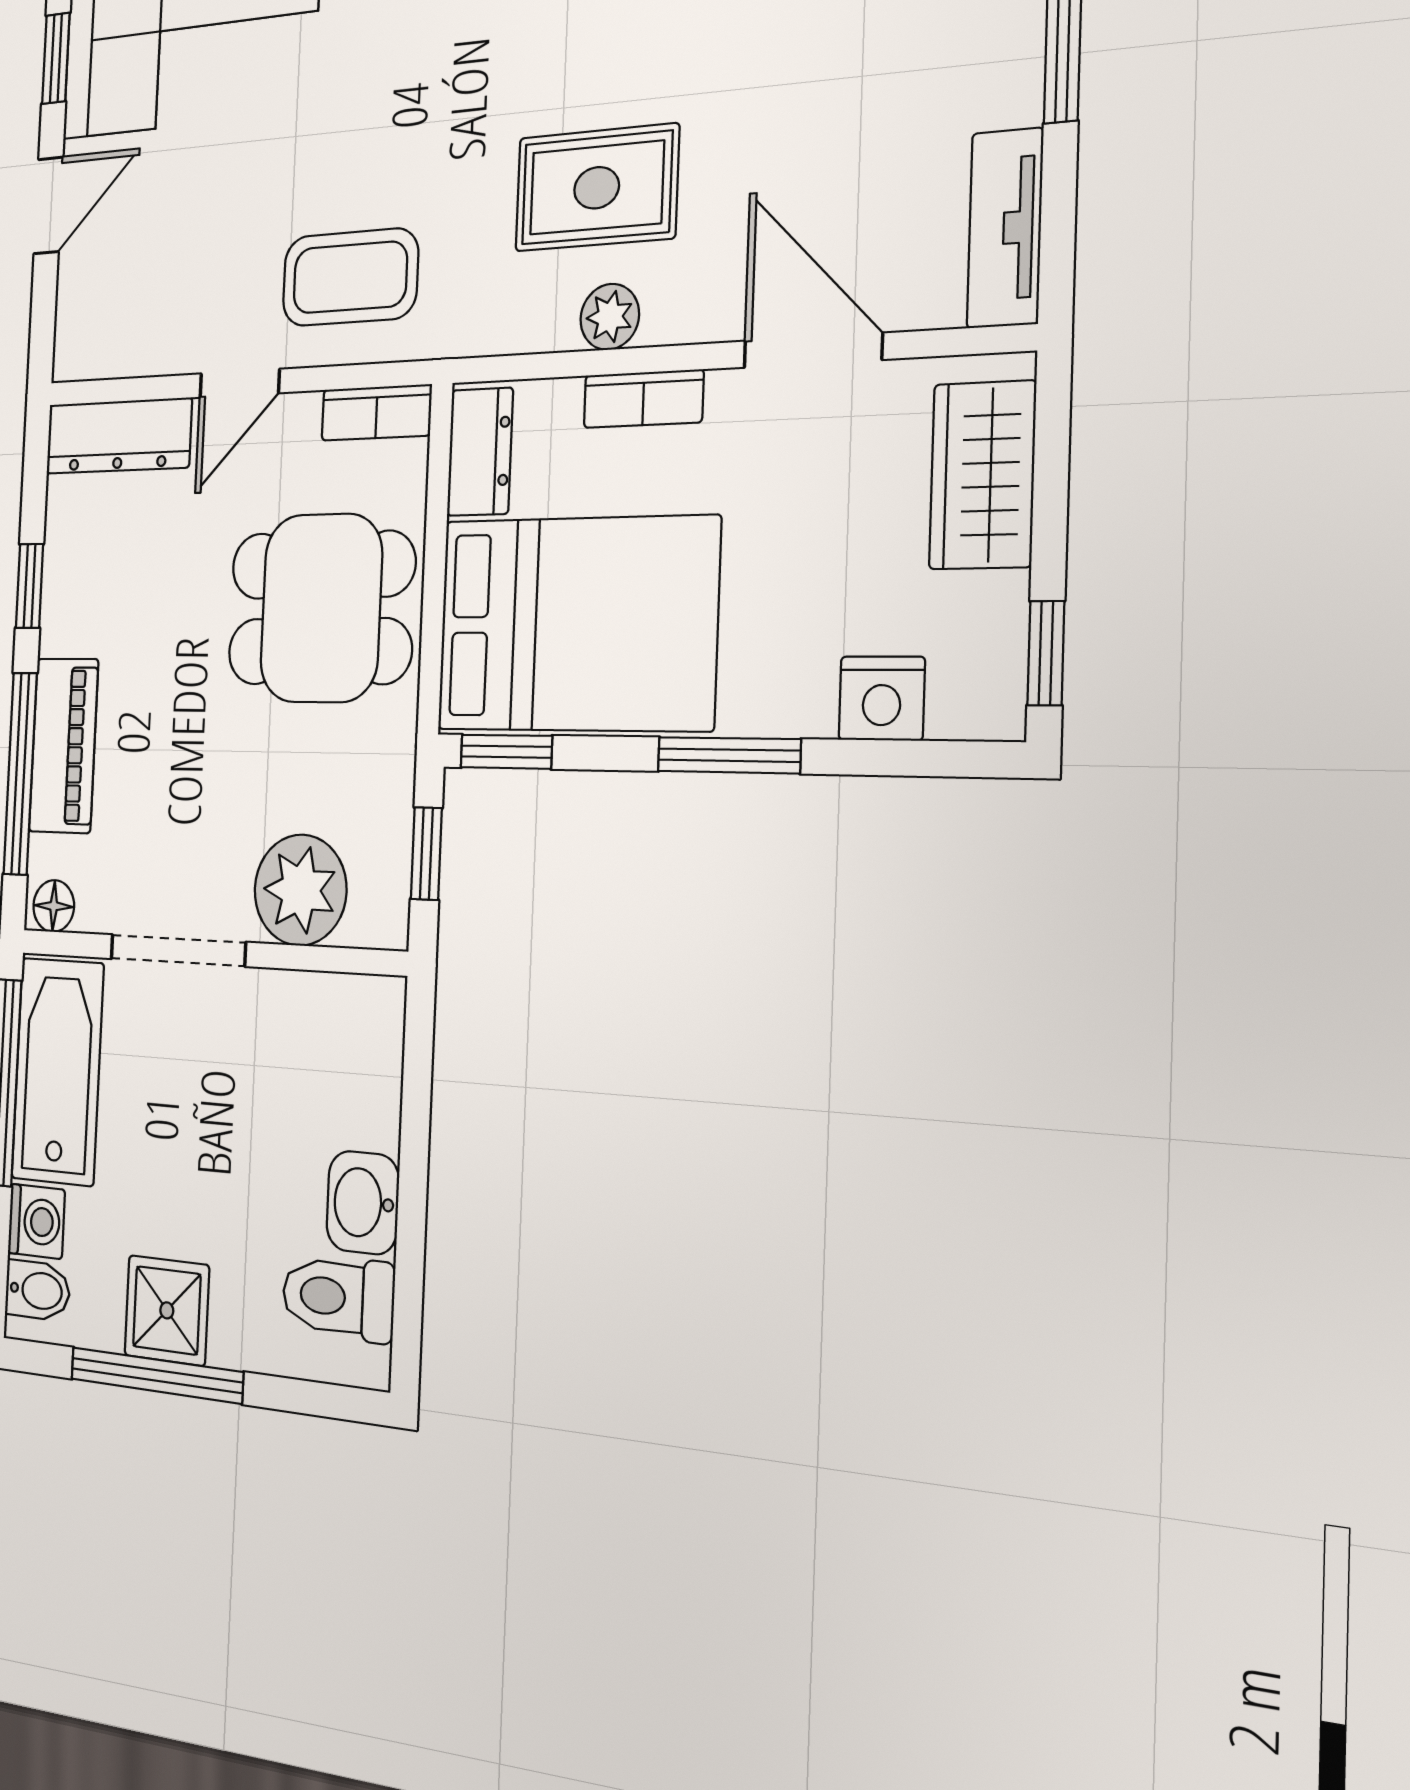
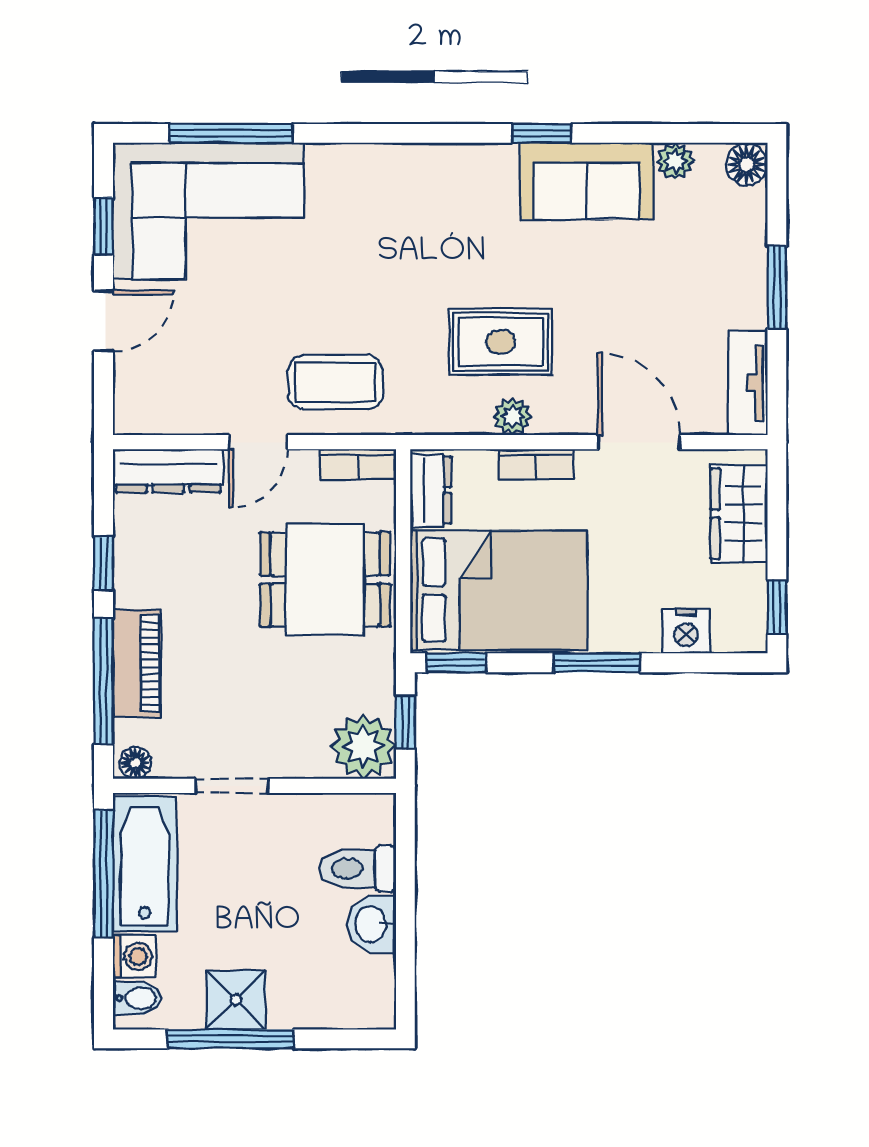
plant: (300, 890) -> (363, 746), moved
doorway: (178, 950) -> (232, 786), width x0.73
toilet: (338, 1297) -> (358, 869), moved

